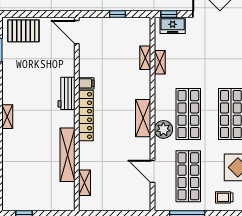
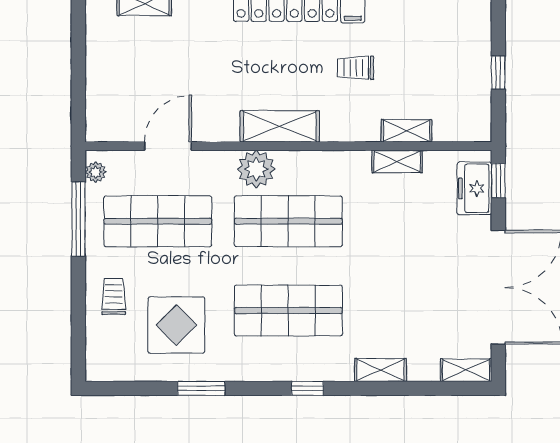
trolley: (115, 82) -> (356, 68), added
plant: (165, 206) -> (96, 172), added

